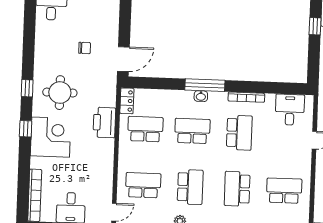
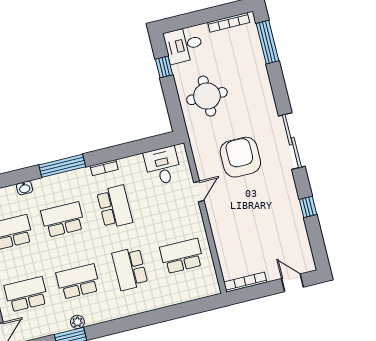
washbasin: (201, 96) -> (25, 188), moved
bookcase: (246, 97) -> (104, 168), width x0.64
school desk: (190, 187) -> (78, 282), turned -90

